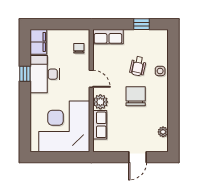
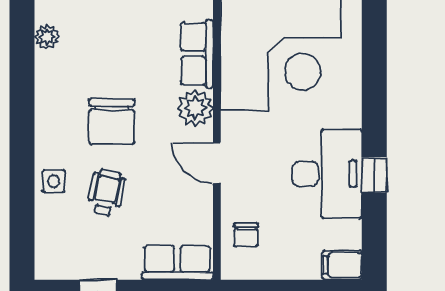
filing cabinet: (38, 42) -> (342, 265), width x0.50

